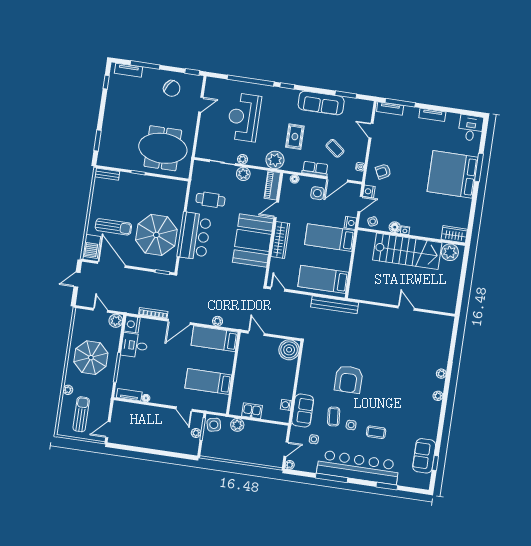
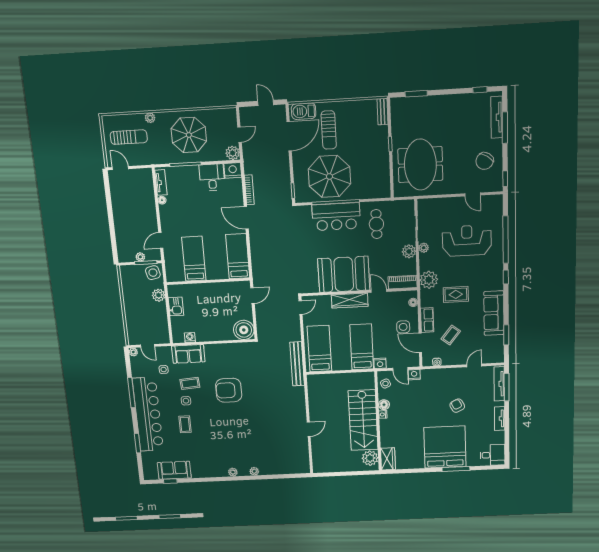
tv unit: (128, 70) -> (497, 117), width x1.41
tv unit: (390, 109) -> (499, 384), width x1.41
armchair: (383, 171) -> (457, 406), moved
plant: (218, 321) -> (256, 256), removed

